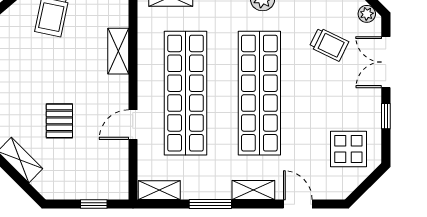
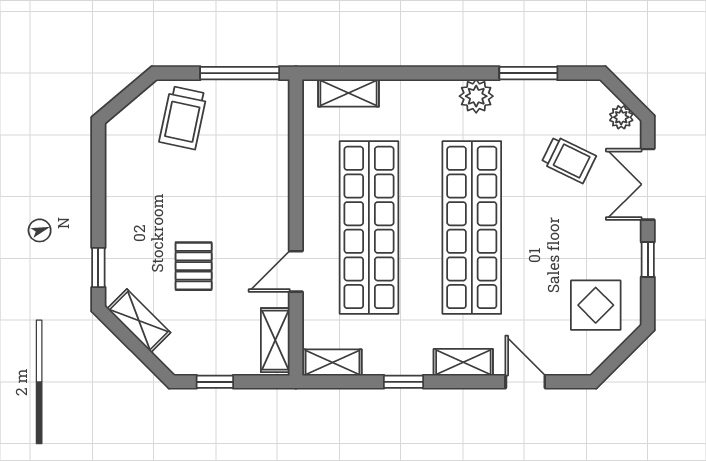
shelving: (118, 51) -> (275, 340), moved
window: (94, 204) -> (215, 382), moved
window: (210, 204) -> (404, 382), width x0.67

